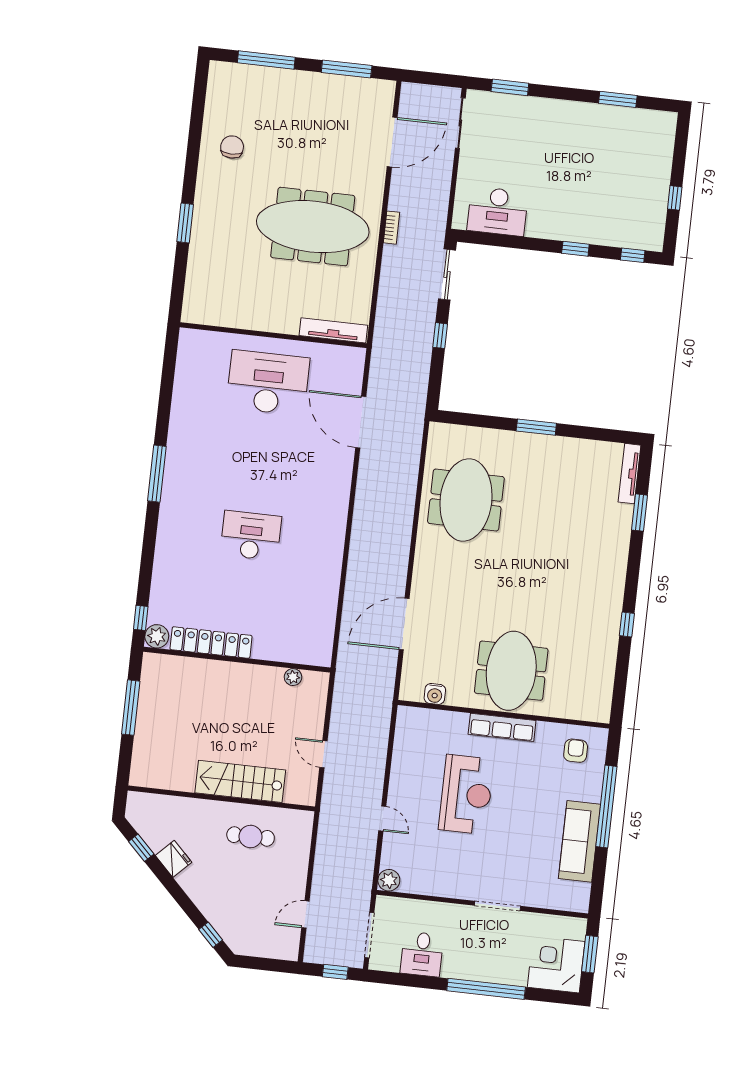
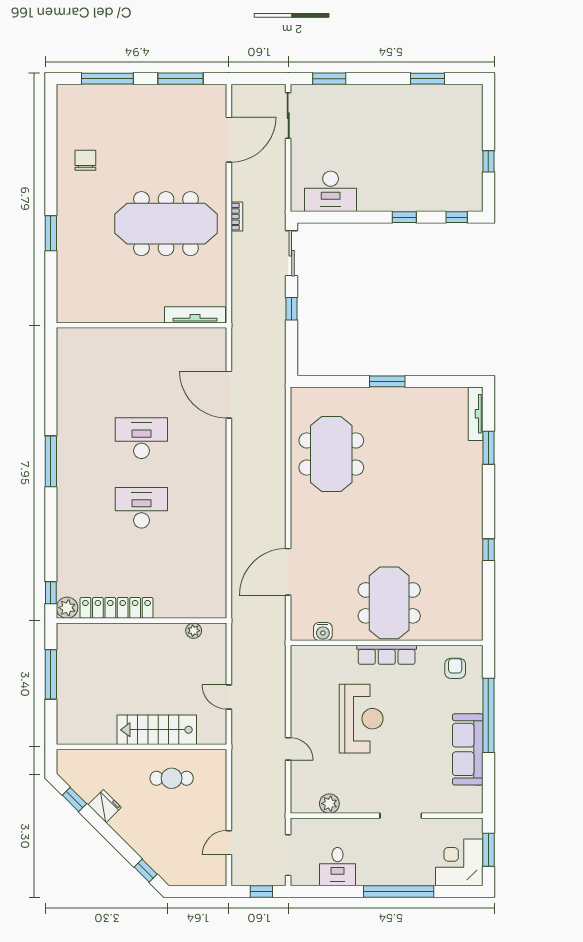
desk: (268, 383) -> (141, 438), moved, width x0.73, depth x0.77
plant: (389, 880) -> (329, 804), moved

